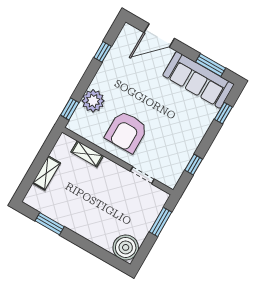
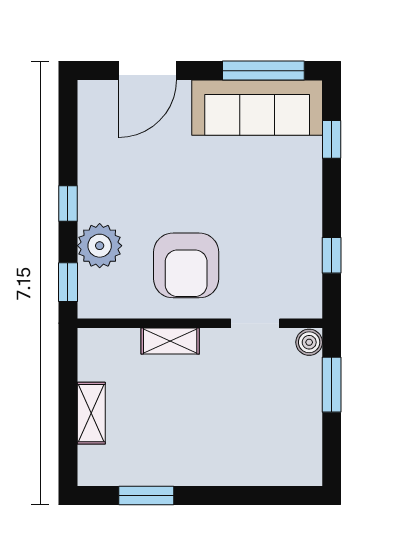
window: (103, 52) -> (68, 203), moved
window: (211, 65) -> (263, 71), width x1.44
shelving: (87, 154) -> (170, 341), moved
boiler: (126, 247) -> (309, 342), moved, width x0.54, depth x0.54

